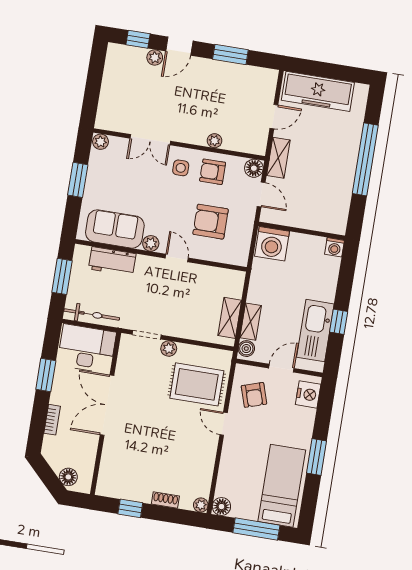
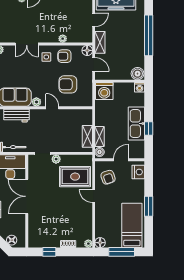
boiler: (335, 223) -> (138, 74), added
kitchen sink: (315, 331) -> (136, 123), moved

